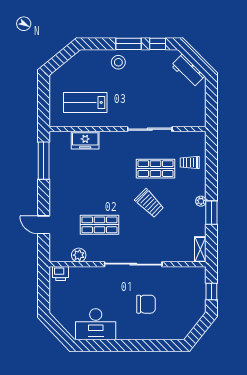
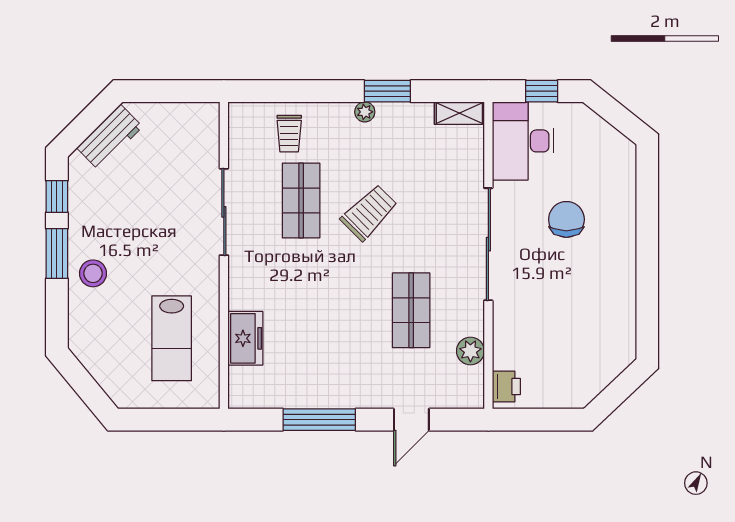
window: (44, 161) -> (319, 420), moved
desk: (96, 324) -> (523, 141), moved, turned 180

